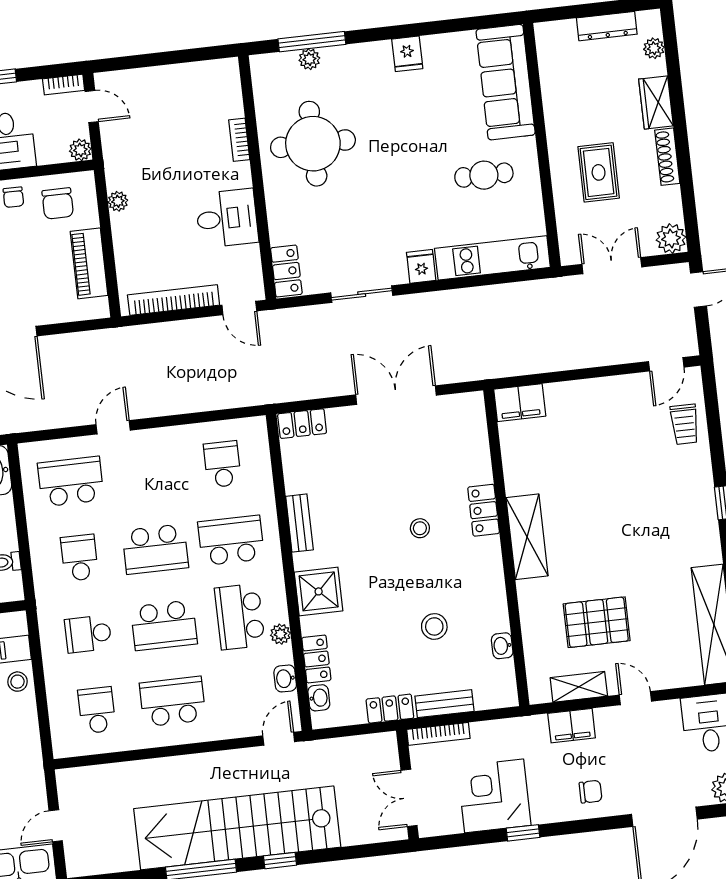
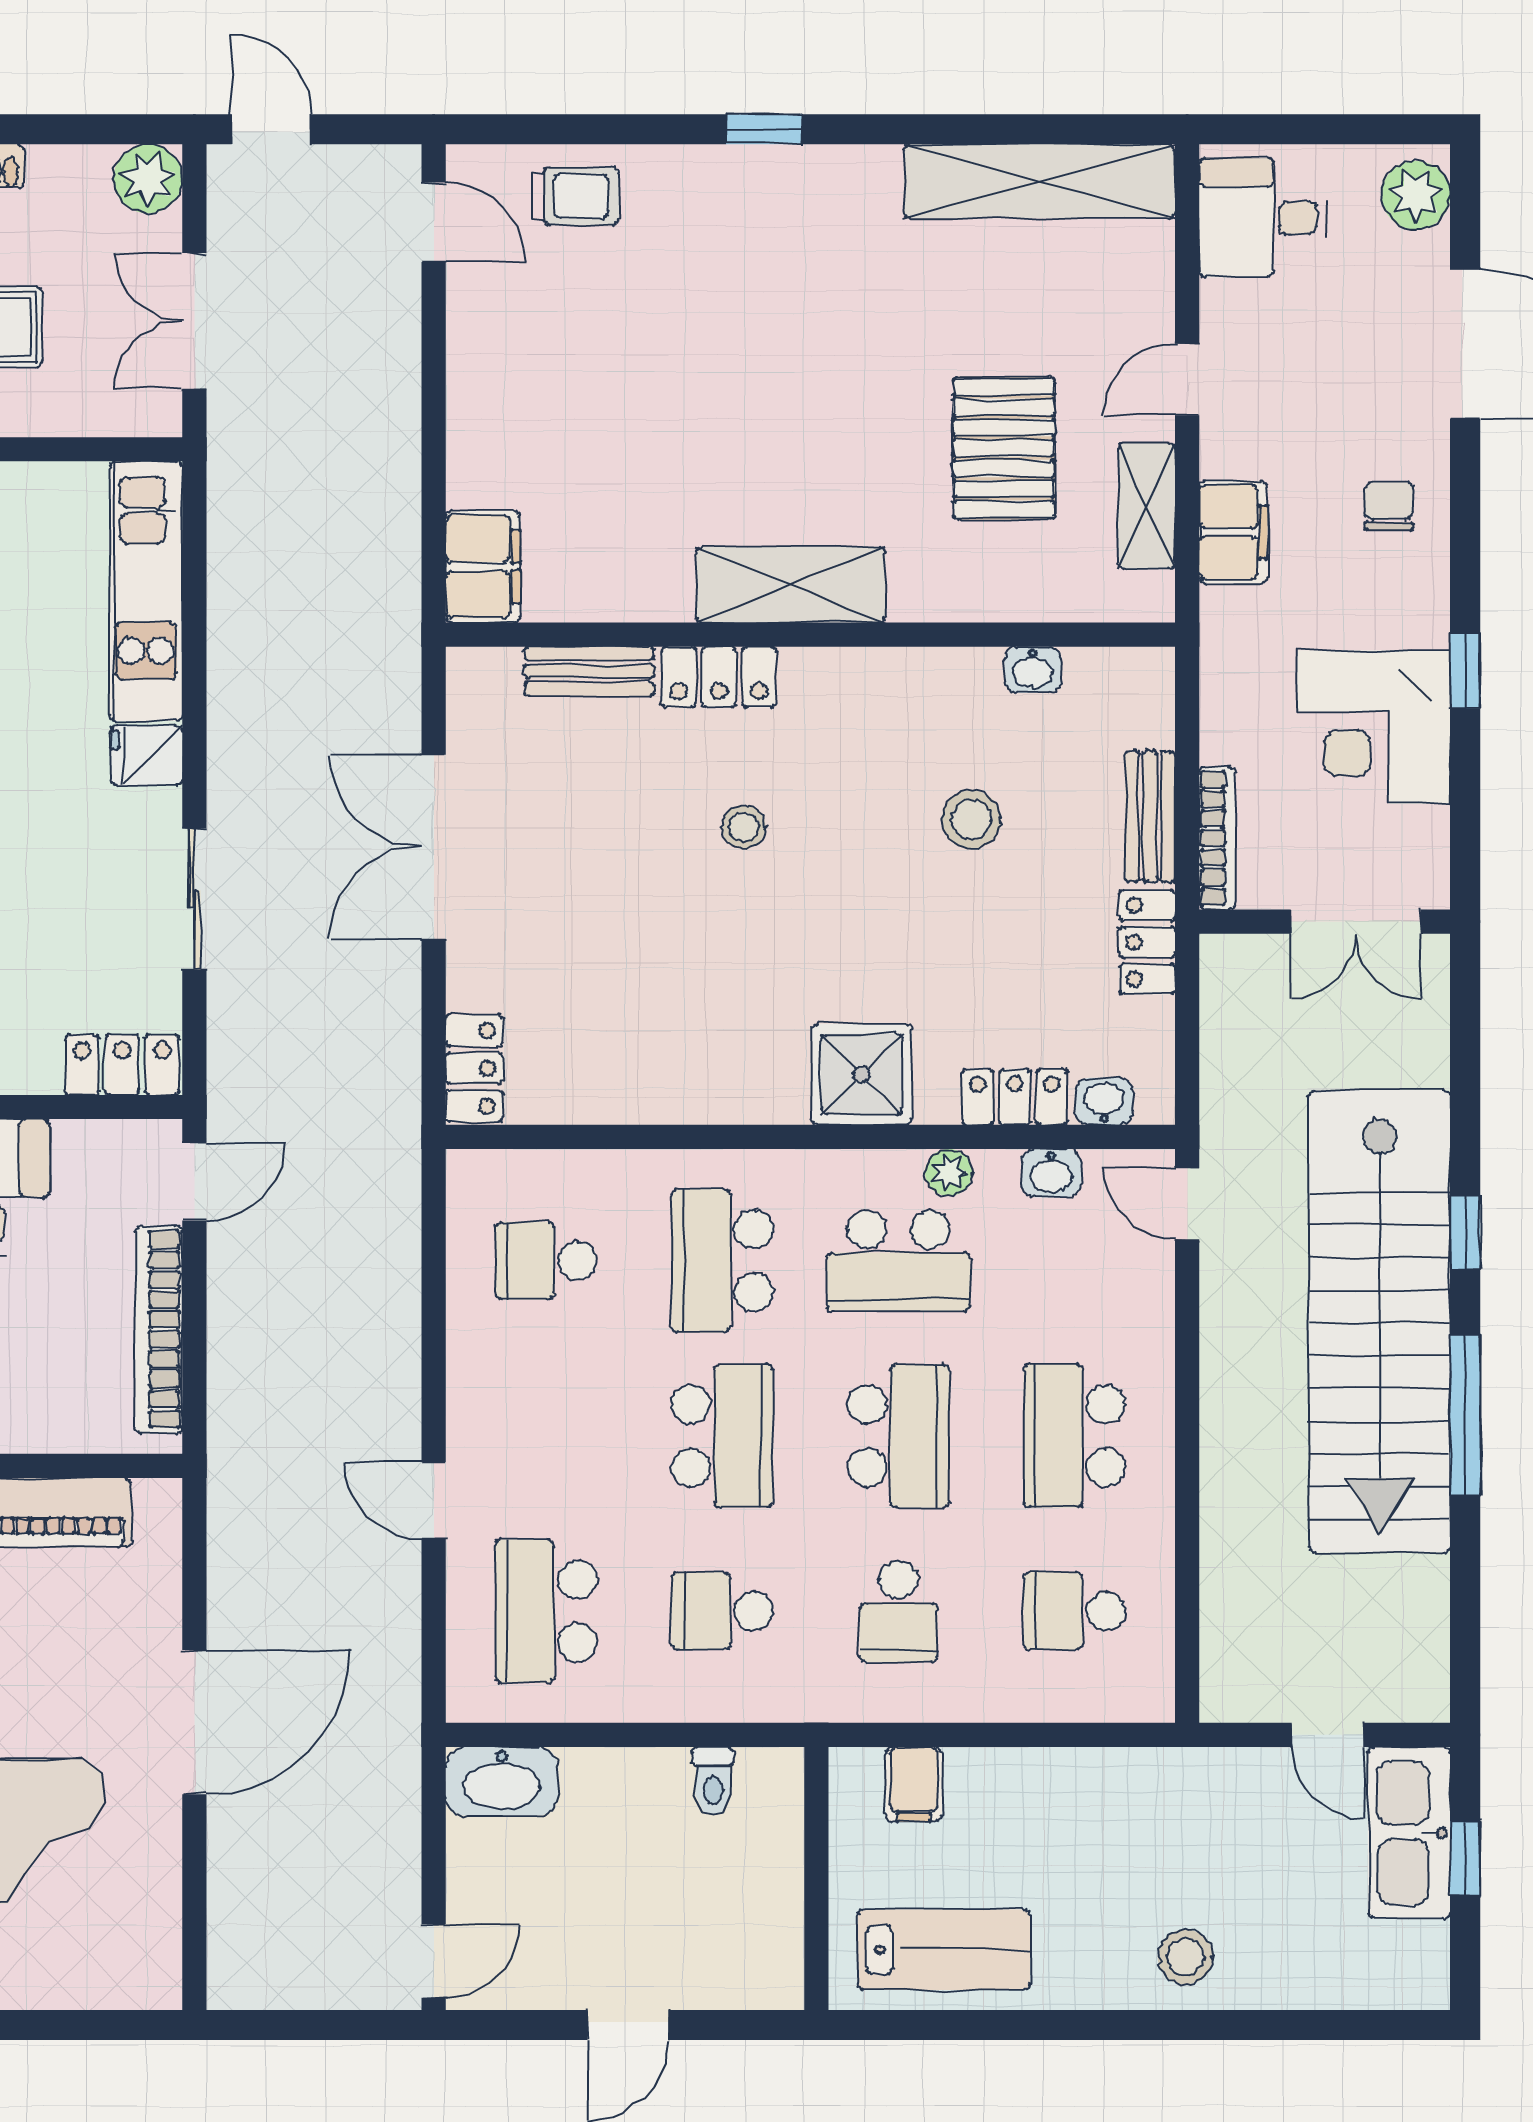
bench: (299, 523) -> (589, 671), moved
stool: (17, 682) -> (989, 1785), removed

